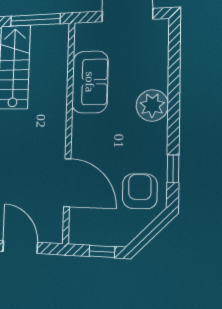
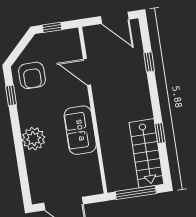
sofa: (90, 82) -> (80, 130), moved
door: (67, 183) -> (87, 72), width x0.73

